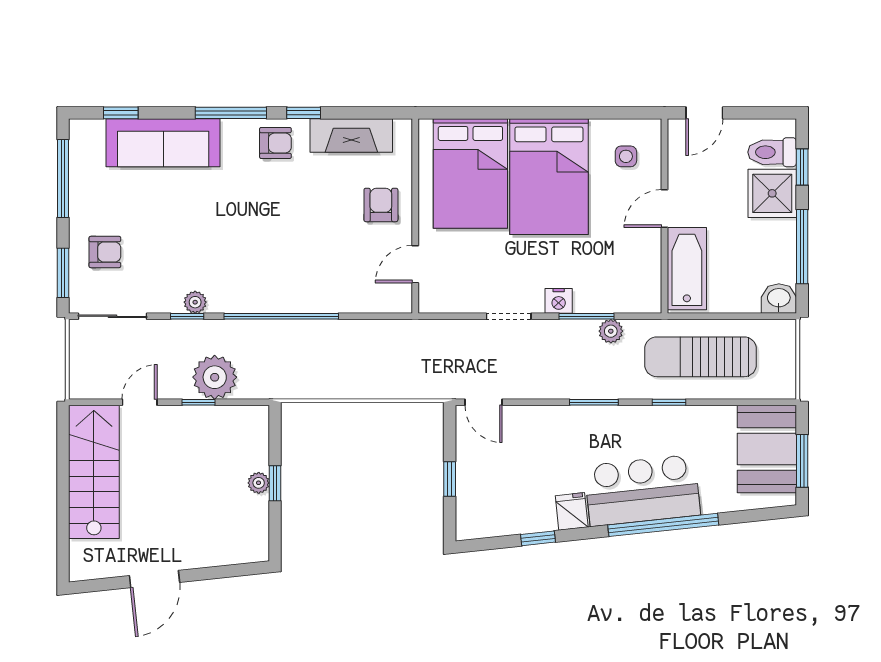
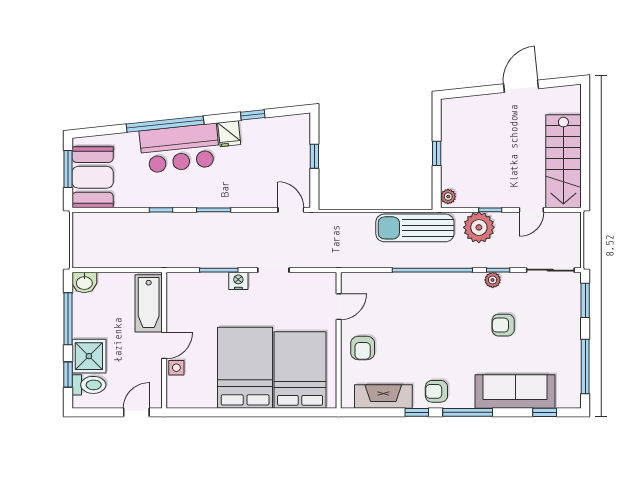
side table: (626, 156) -> (176, 368), moved
armchair: (105, 252) -> (503, 325), moved
plant: (611, 331) -> (202, 260), removed
sun lounger: (700, 357) -> (415, 228), moved, turned 180
plant: (259, 483) -> (448, 197), moved

